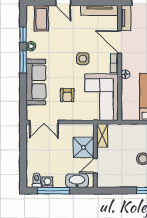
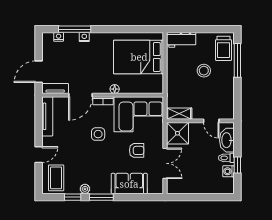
coffee table: (41, 19) -> (56, 178), turned 90
sofa: (36, 82) -> (129, 184), width x0.73
double door: (44, 122) -> (165, 163), moved
shower: (84, 147) -> (177, 133), moved
toilet: (37, 180) -> (226, 158), moved
window: (54, 191) -> (237, 165), width x0.46

